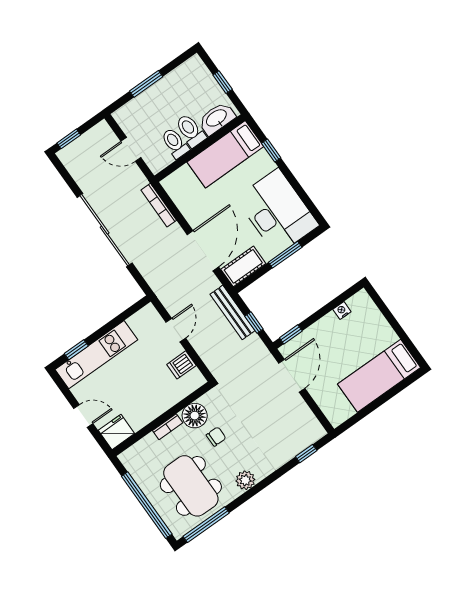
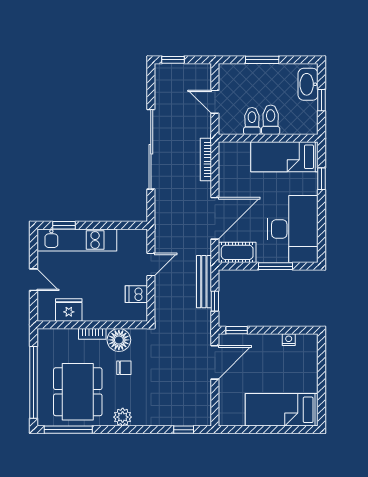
washbasin: (217, 118) -> (308, 84), moved, turned -90
fridge: (116, 432) -> (69, 310), moved

